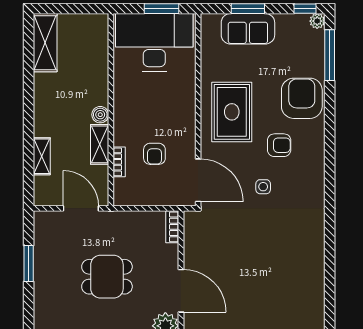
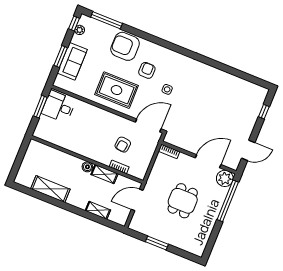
plant: (317, 21) -> (80, 30), moved
desk: (154, 42) -> (59, 107), width x0.53, depth x0.77
shelving: (45, 43) -> (50, 189), moved
armchair: (154, 154) -> (123, 145), turned 96

